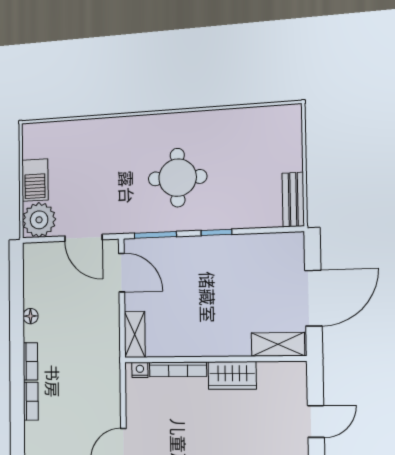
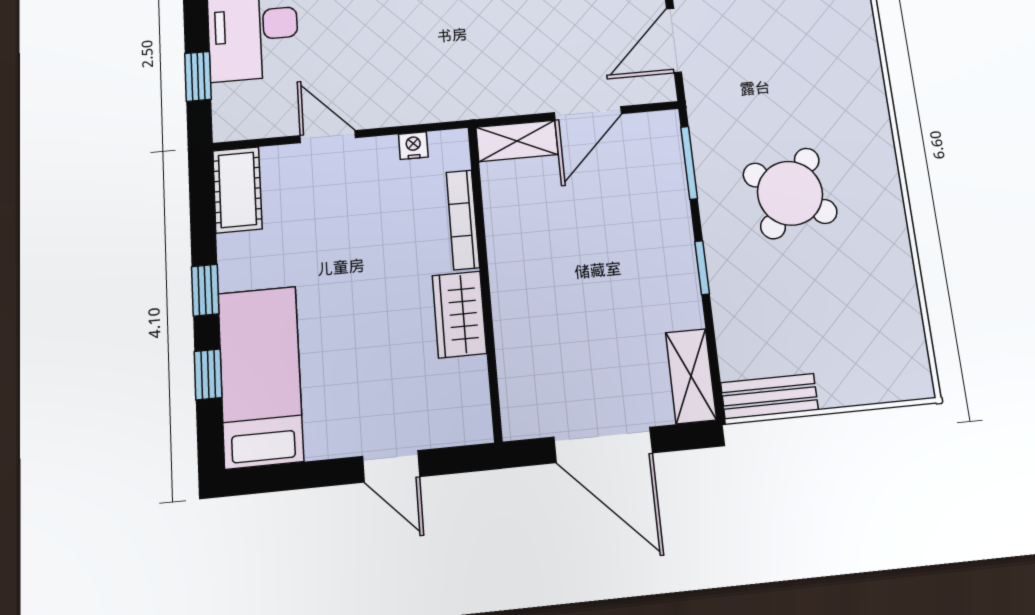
round table: (178, 178) -> (790, 193), turned 34
door: (122, 273) -> (588, 113), moved
shelving: (278, 344) -> (691, 376), moved
nightstand: (140, 370) -> (413, 146), moved, turned -90

